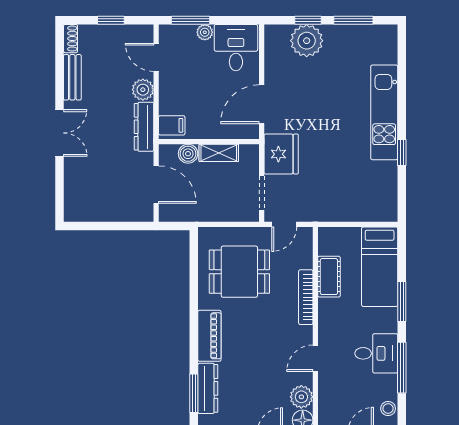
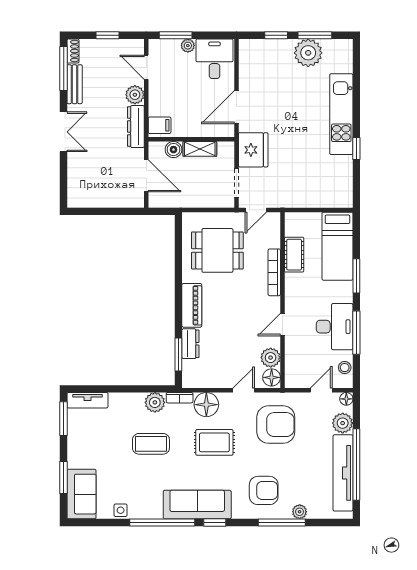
plant: (307, 41) -> (308, 53), moved
window: (59, 59) -> (64, 69), added
desk: (376, 353) -> (335, 327), width x1.37
dresser: (208, 388) -> (190, 344), width x0.70

